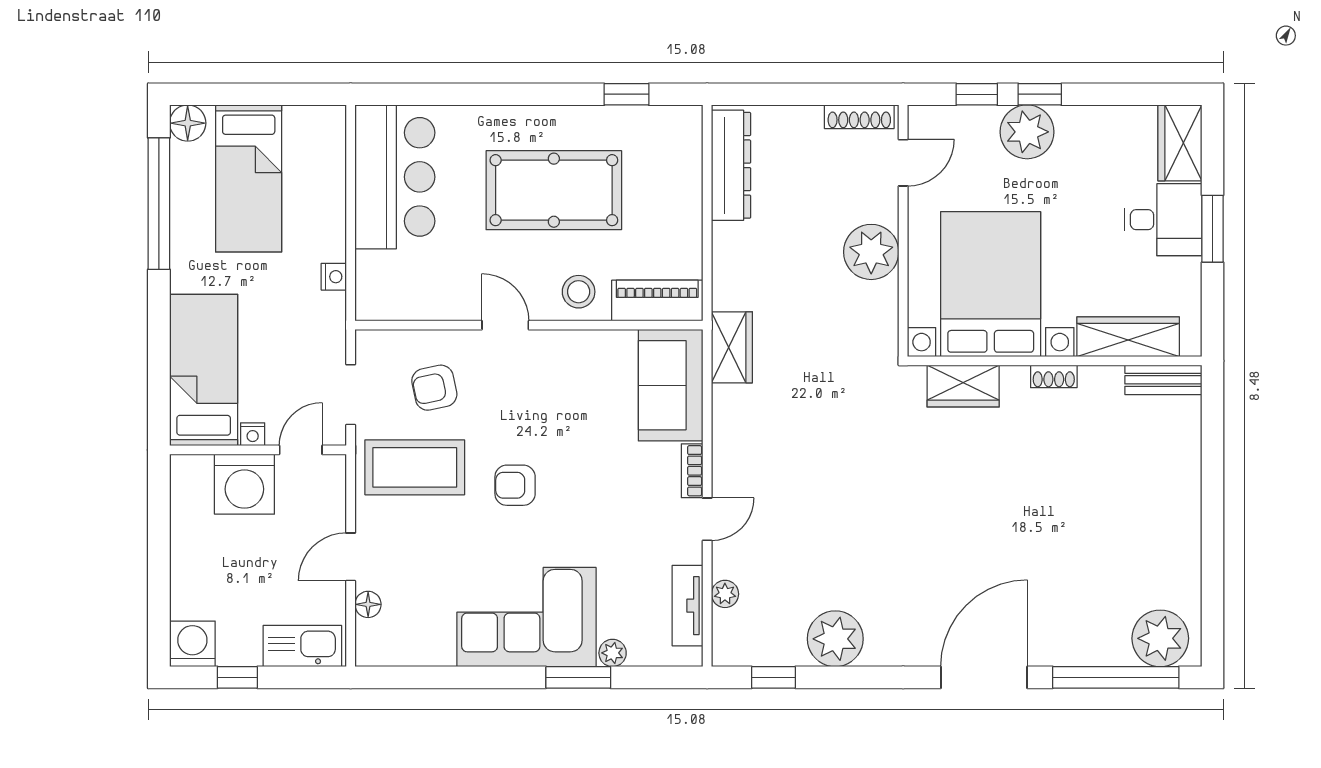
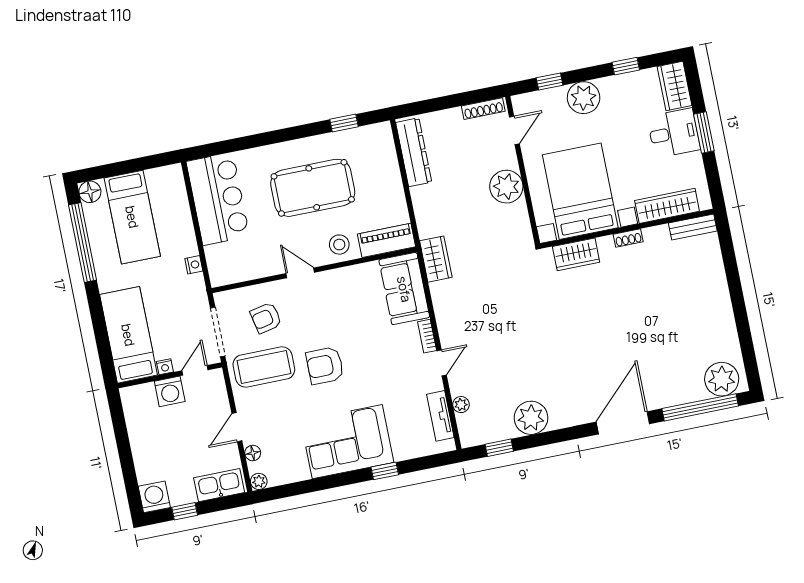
window: (1040, 94) -> (626, 66), moved
doorway: (351, 395) -> (218, 332), width x1.38
washing machine: (244, 484) -> (170, 391), width x0.73, depth x0.73
armchair: (515, 485) -> (325, 366), width x1.38, depth x1.38
plant: (613, 653) -> (259, 481), moved
window: (578, 677) -> (385, 471), width x0.67

